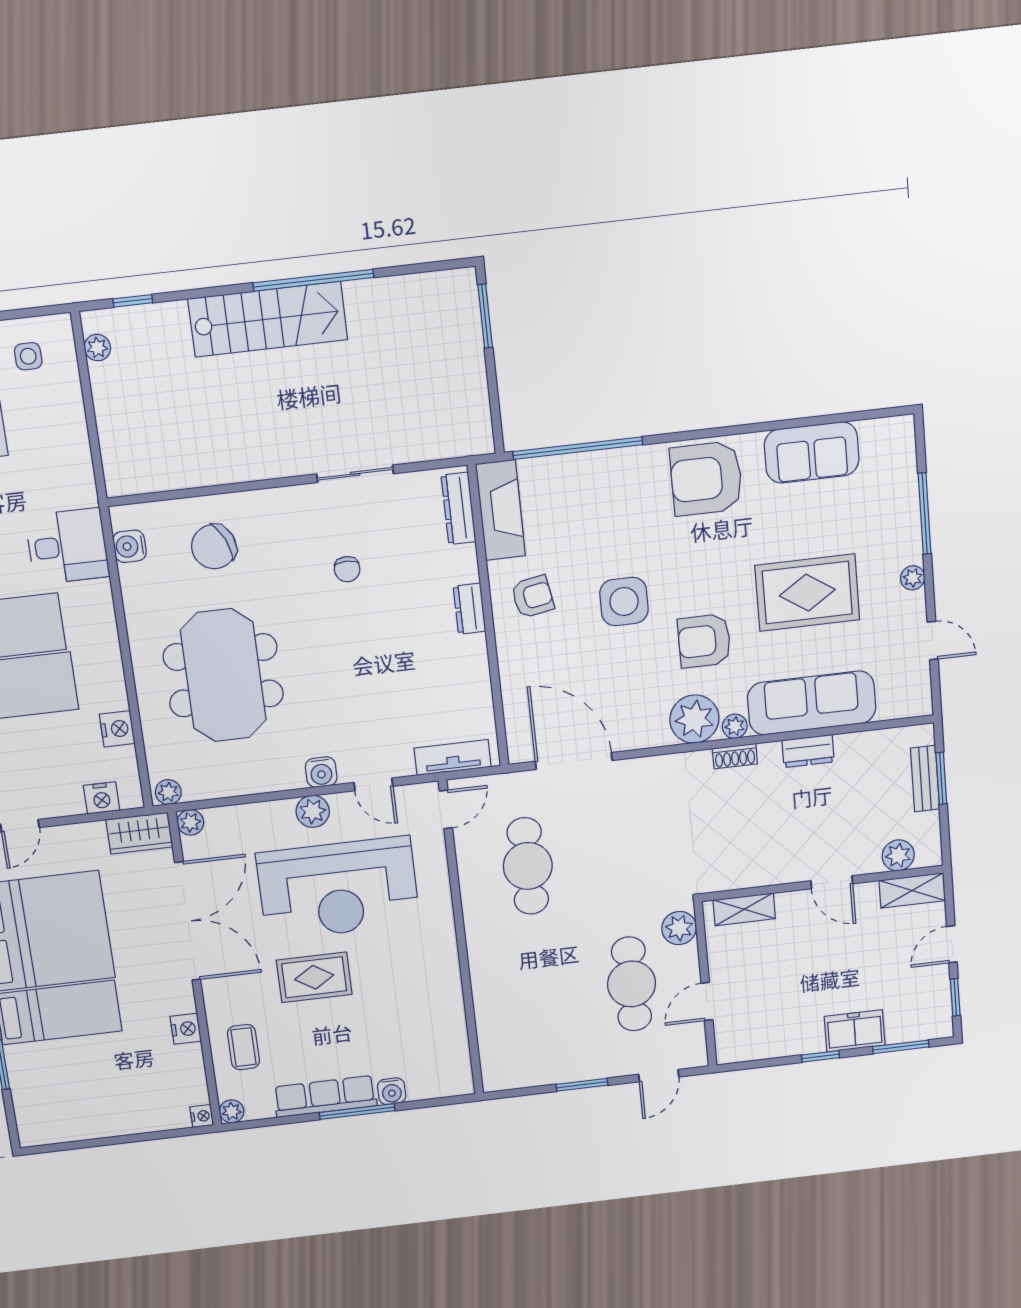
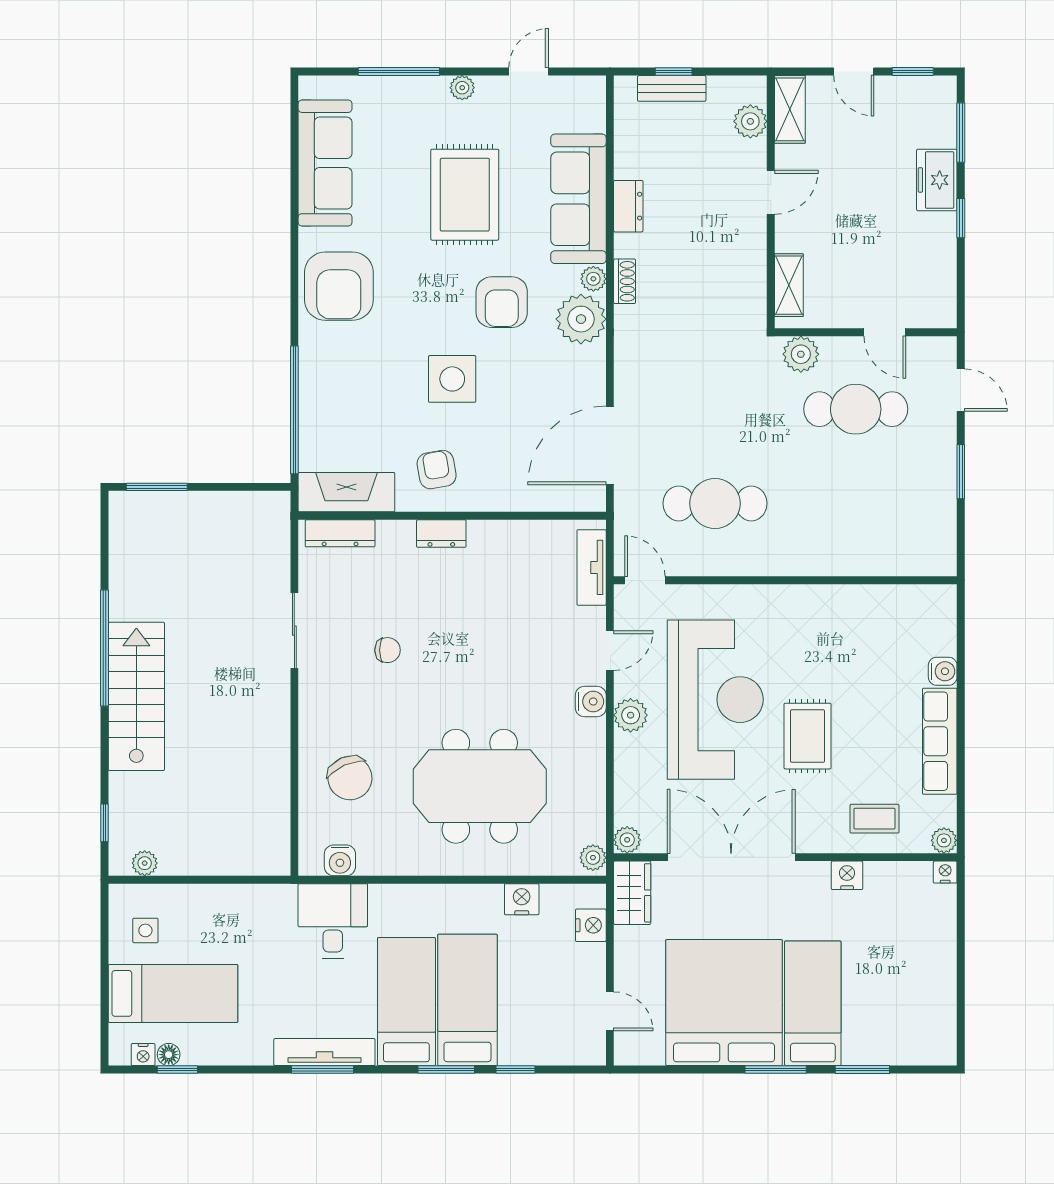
sofa: (812, 452) -> (325, 163), width x1.36
window: (941, 778) -> (674, 72), width x0.67
window: (357, 1112) -> (961, 710), removed

